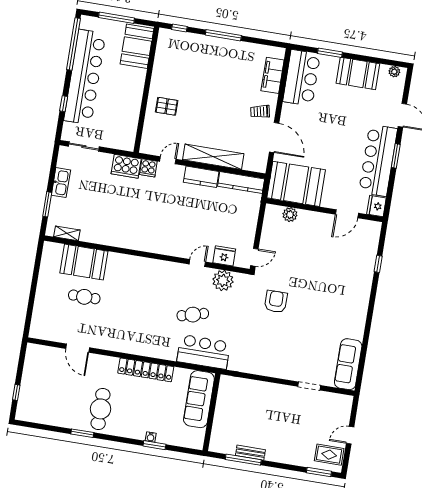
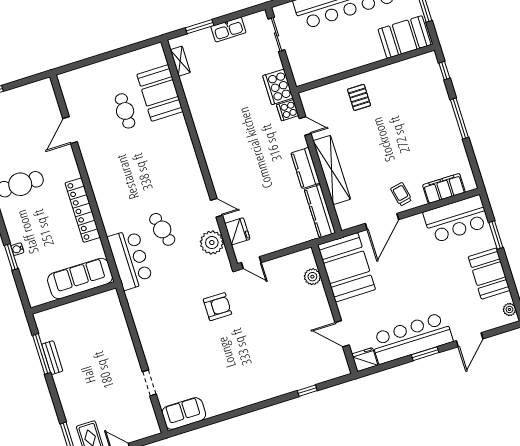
sofa: (348, 364) -> (184, 414), width x0.73

